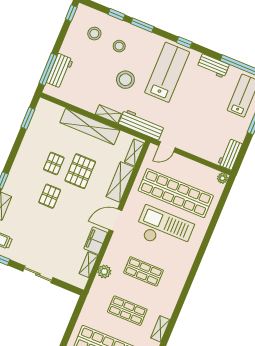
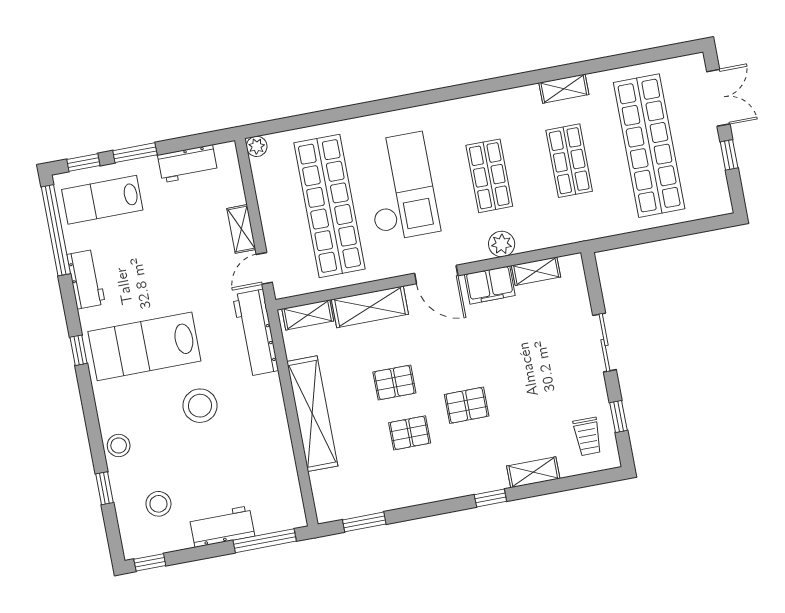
window: (142, 25) -> (95, 436), removed
stool: (119, 46) -> (119, 445), moved
workbench: (60, 71) -> (222, 527), moved
shelving: (108, 114) -> (241, 229), moved
door: (167, 147) -> (264, 268), swing flipped
workbench: (230, 154) -> (188, 164), moved
pallet: (80, 171) -> (394, 382), width x0.67, depth x0.71
checkout: (164, 229) -> (400, 187), turned 180
plant: (104, 272) -> (502, 244), moved

